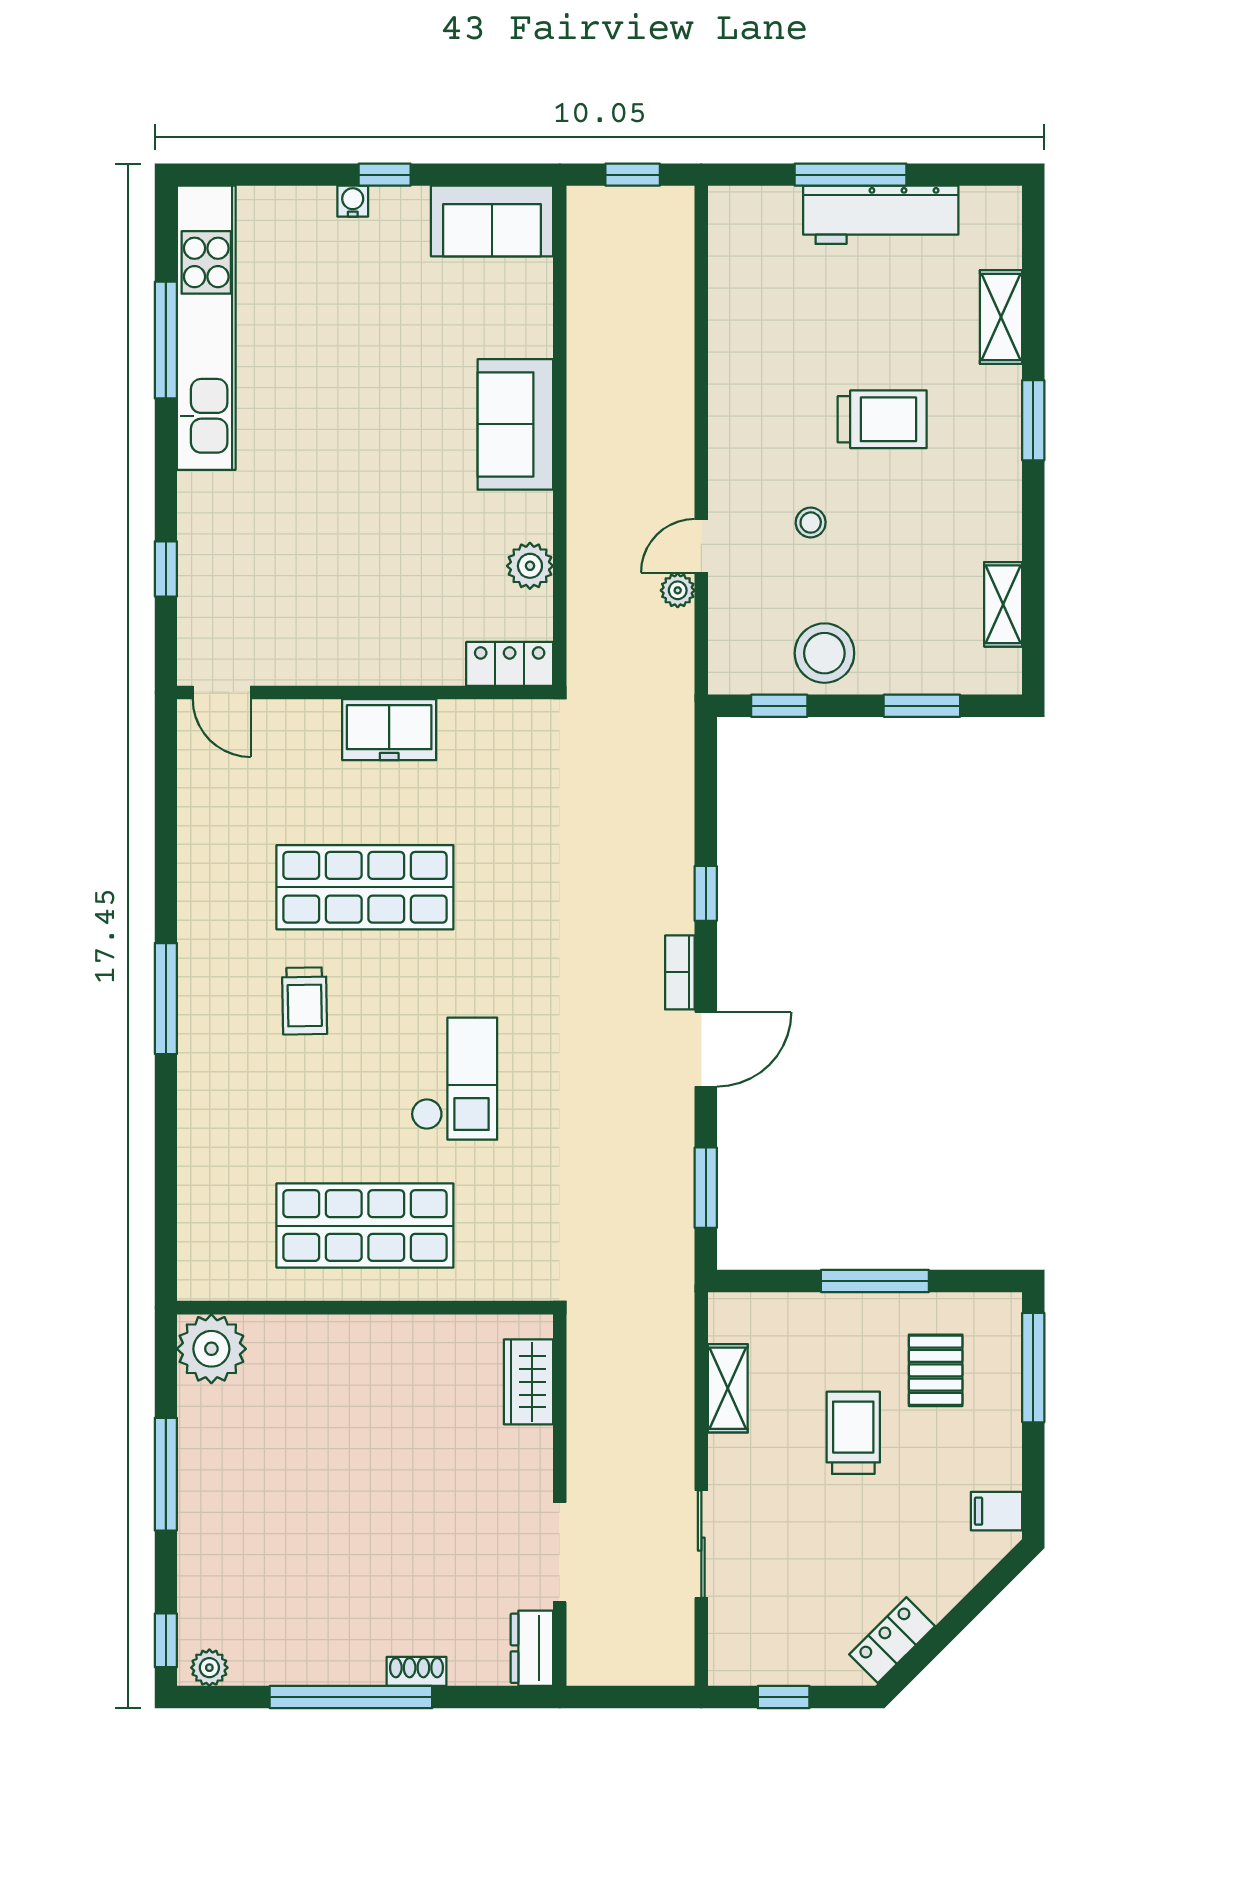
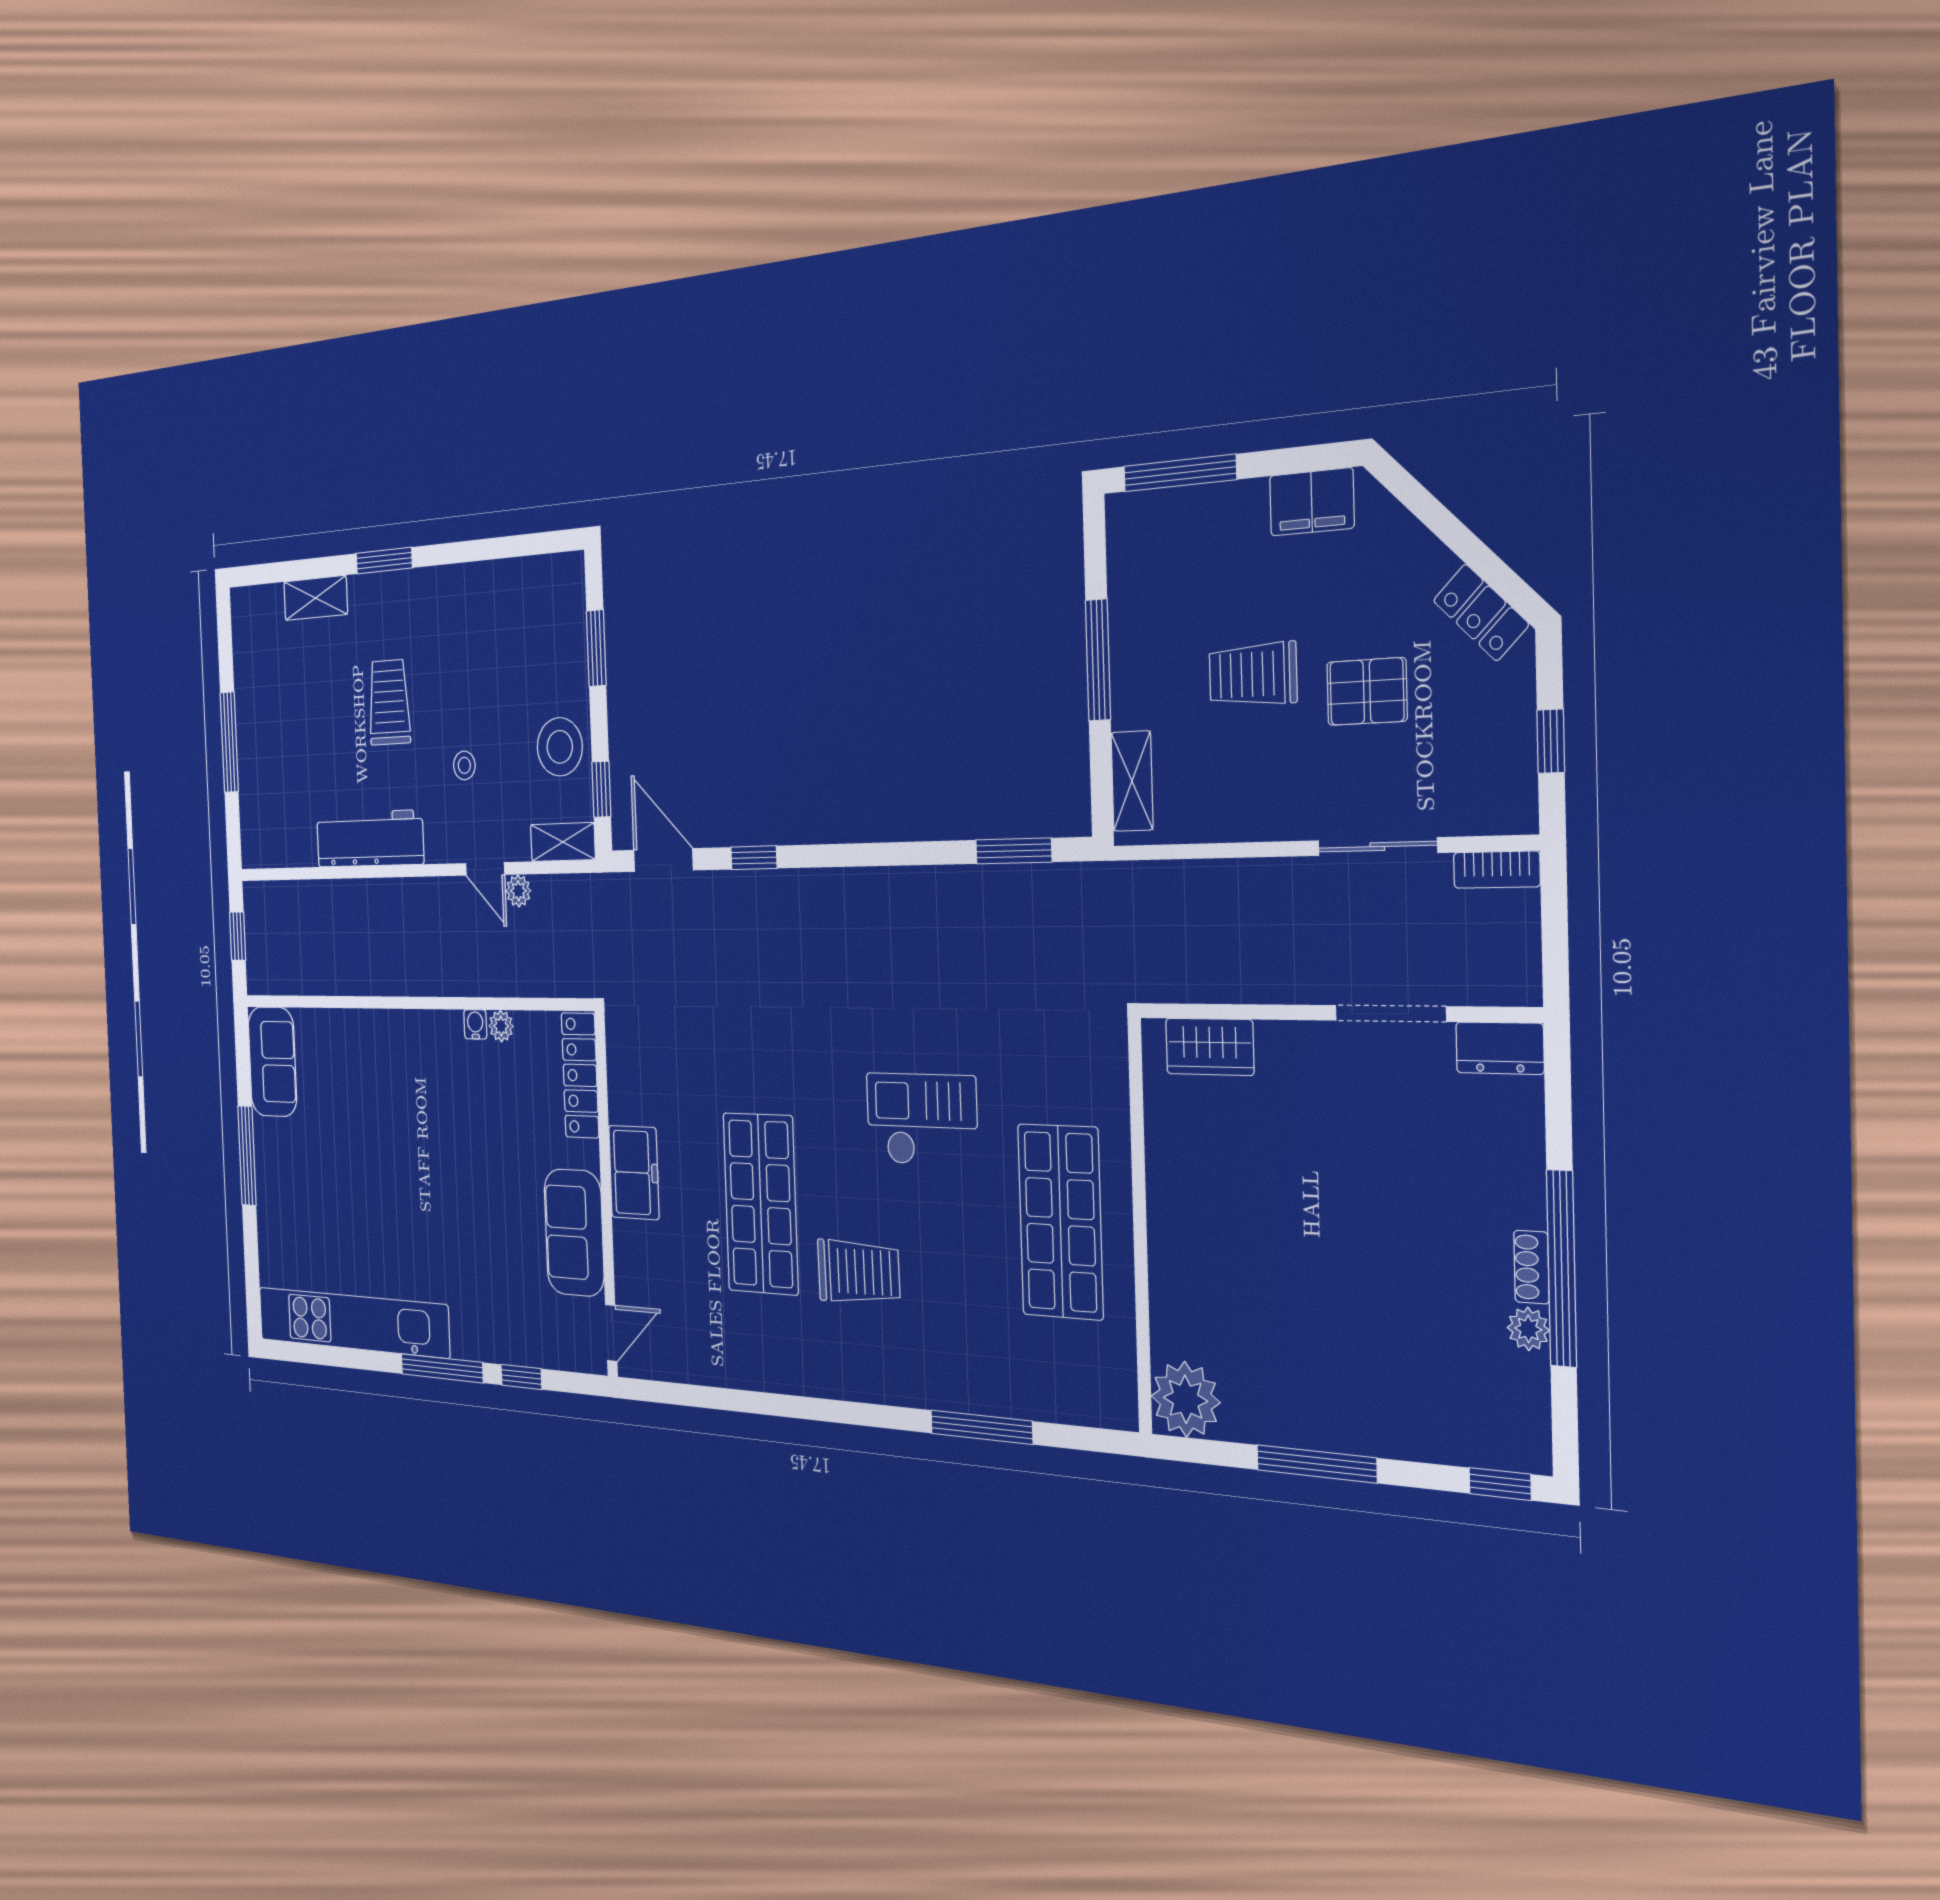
window: (385, 175) -> (247, 1156), width x2.17
water cooler: (353, 201) -> (475, 1024), moved, turned 90
workbench: (881, 215) -> (370, 839), moved, turned -90
window: (166, 340) -> (442, 1368), moved
sofa: (515, 424) -> (574, 1233), moved, turned 90
plant: (530, 566) -> (501, 1026), width x0.73, depth x0.73
shelving: (1003, 604) -> (563, 842), moved
locker: (510, 664) -> (580, 1075), width x1.53
bookcase: (680, 972) -> (1497, 870), moved
window: (166, 999) -> (981, 1427), moved
trolley: (305, 1001) -> (859, 1272), width x1.36, depth x1.39
door: (706, 1049) -> (663, 860), moved
pallet: (936, 1370) -> (1367, 692), moved
shelving: (728, 1388) -> (1132, 781), moved, turned 90
filing cabinet: (997, 1511) -> (1312, 502), width x2.00
plant: (209, 1668) -> (1528, 1329), moved
shoe rack: (416, 1671) -> (1531, 1267), moved

